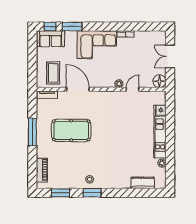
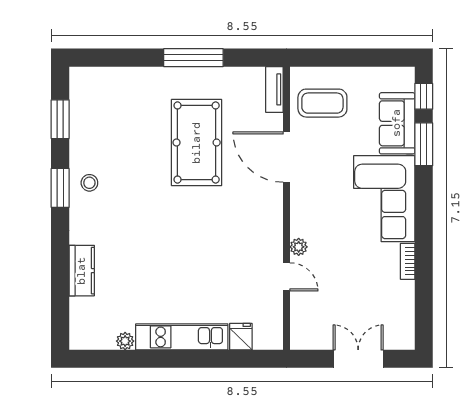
sofa: (50, 39) -> (397, 123), moved
floor lamp: (159, 81) -> (304, 336), removed
door: (78, 89) -> (287, 157), swing flipped
piano: (42, 170) -> (109, 78), removed
kitchen counter: (143, 183) -> (82, 271), moved

